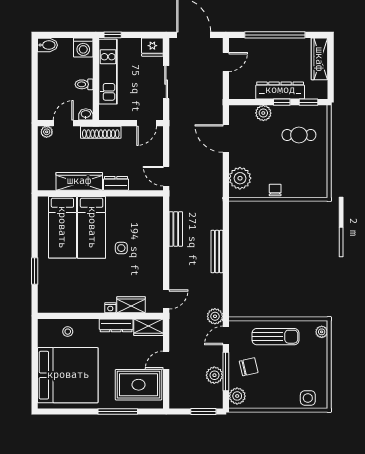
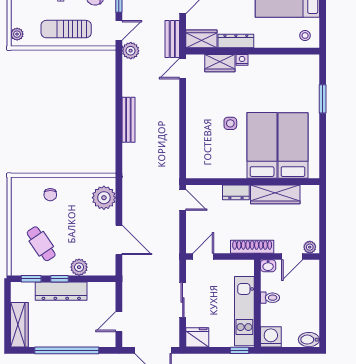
cafe table: (299, 135) -> (41, 244), turned 56
chair: (275, 190) -> (50, 195), moved
bench: (176, 229) -> (172, 39), moved
stool: (68, 332) -> (305, 35), moved

